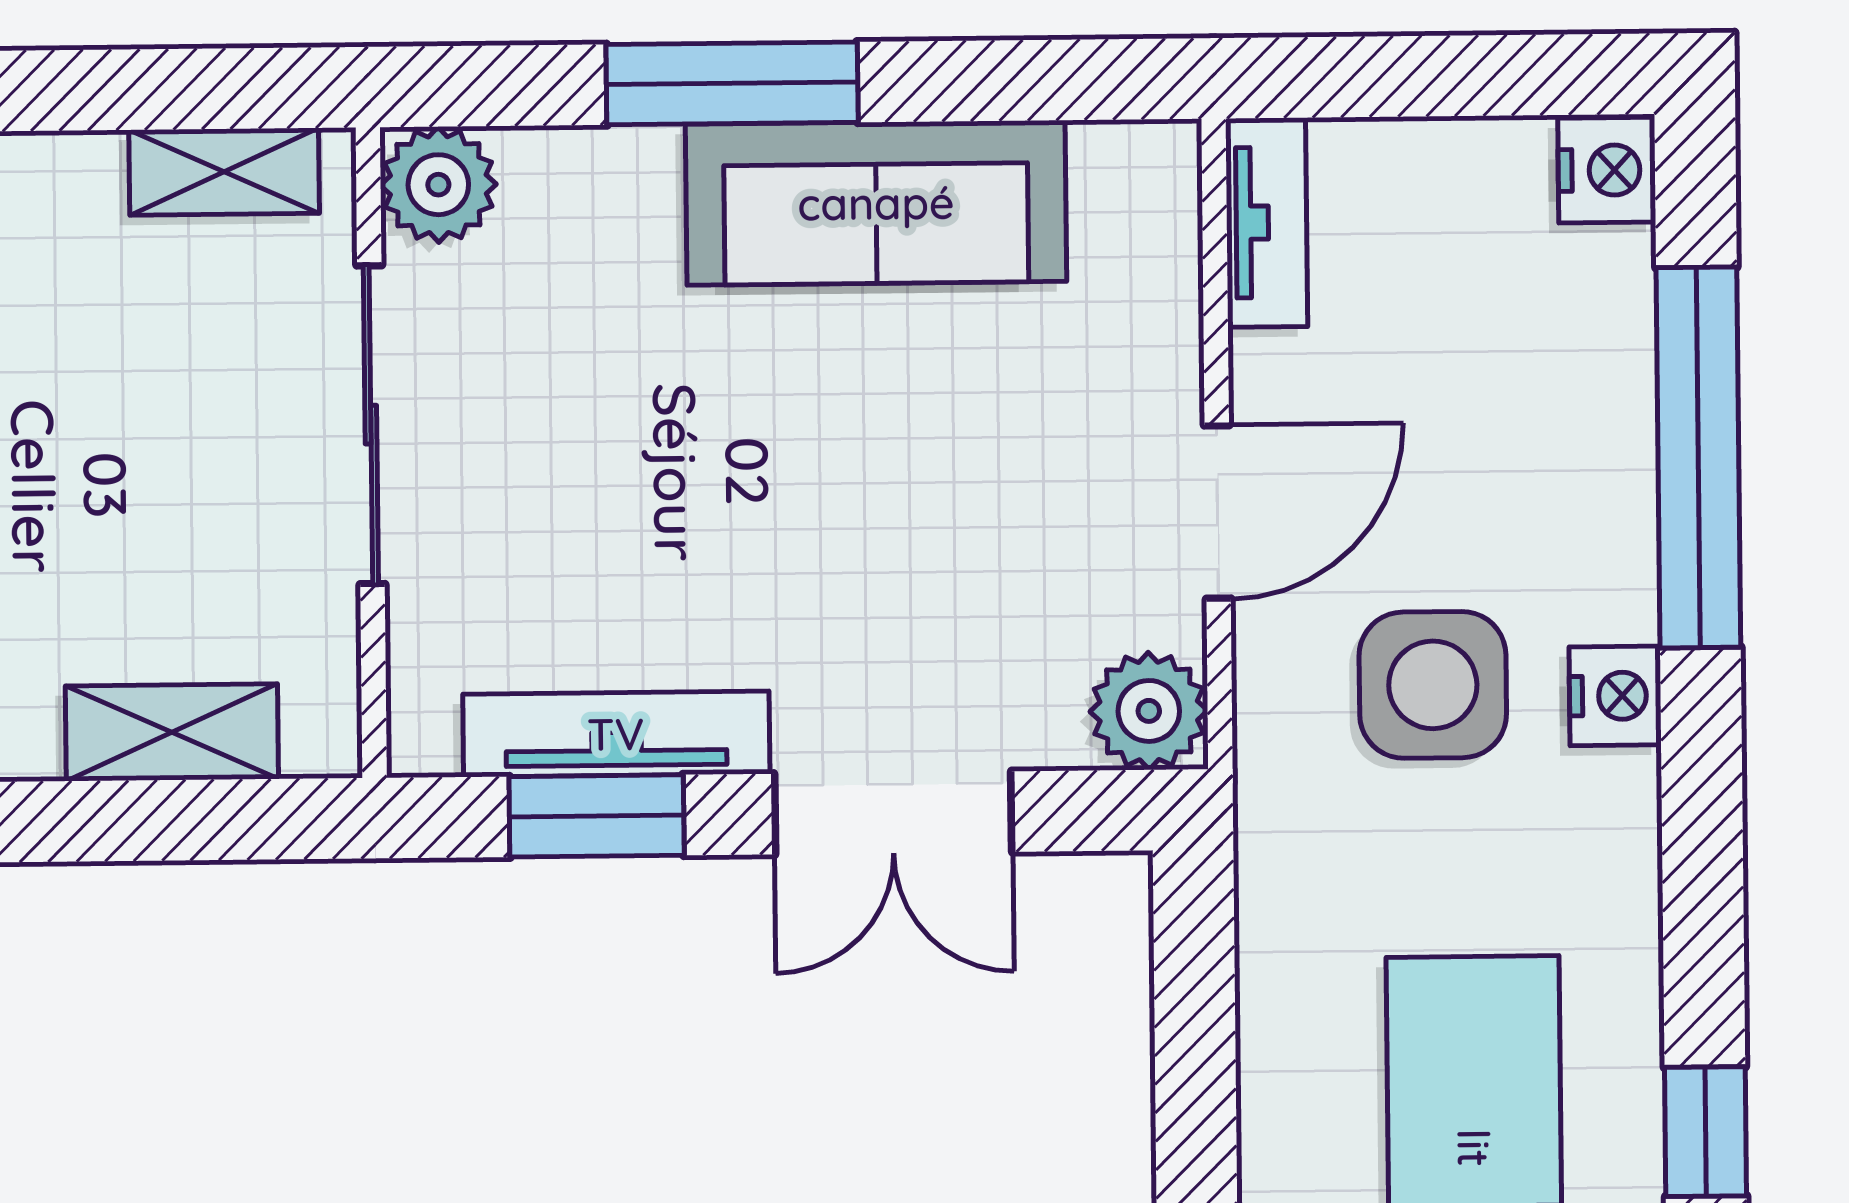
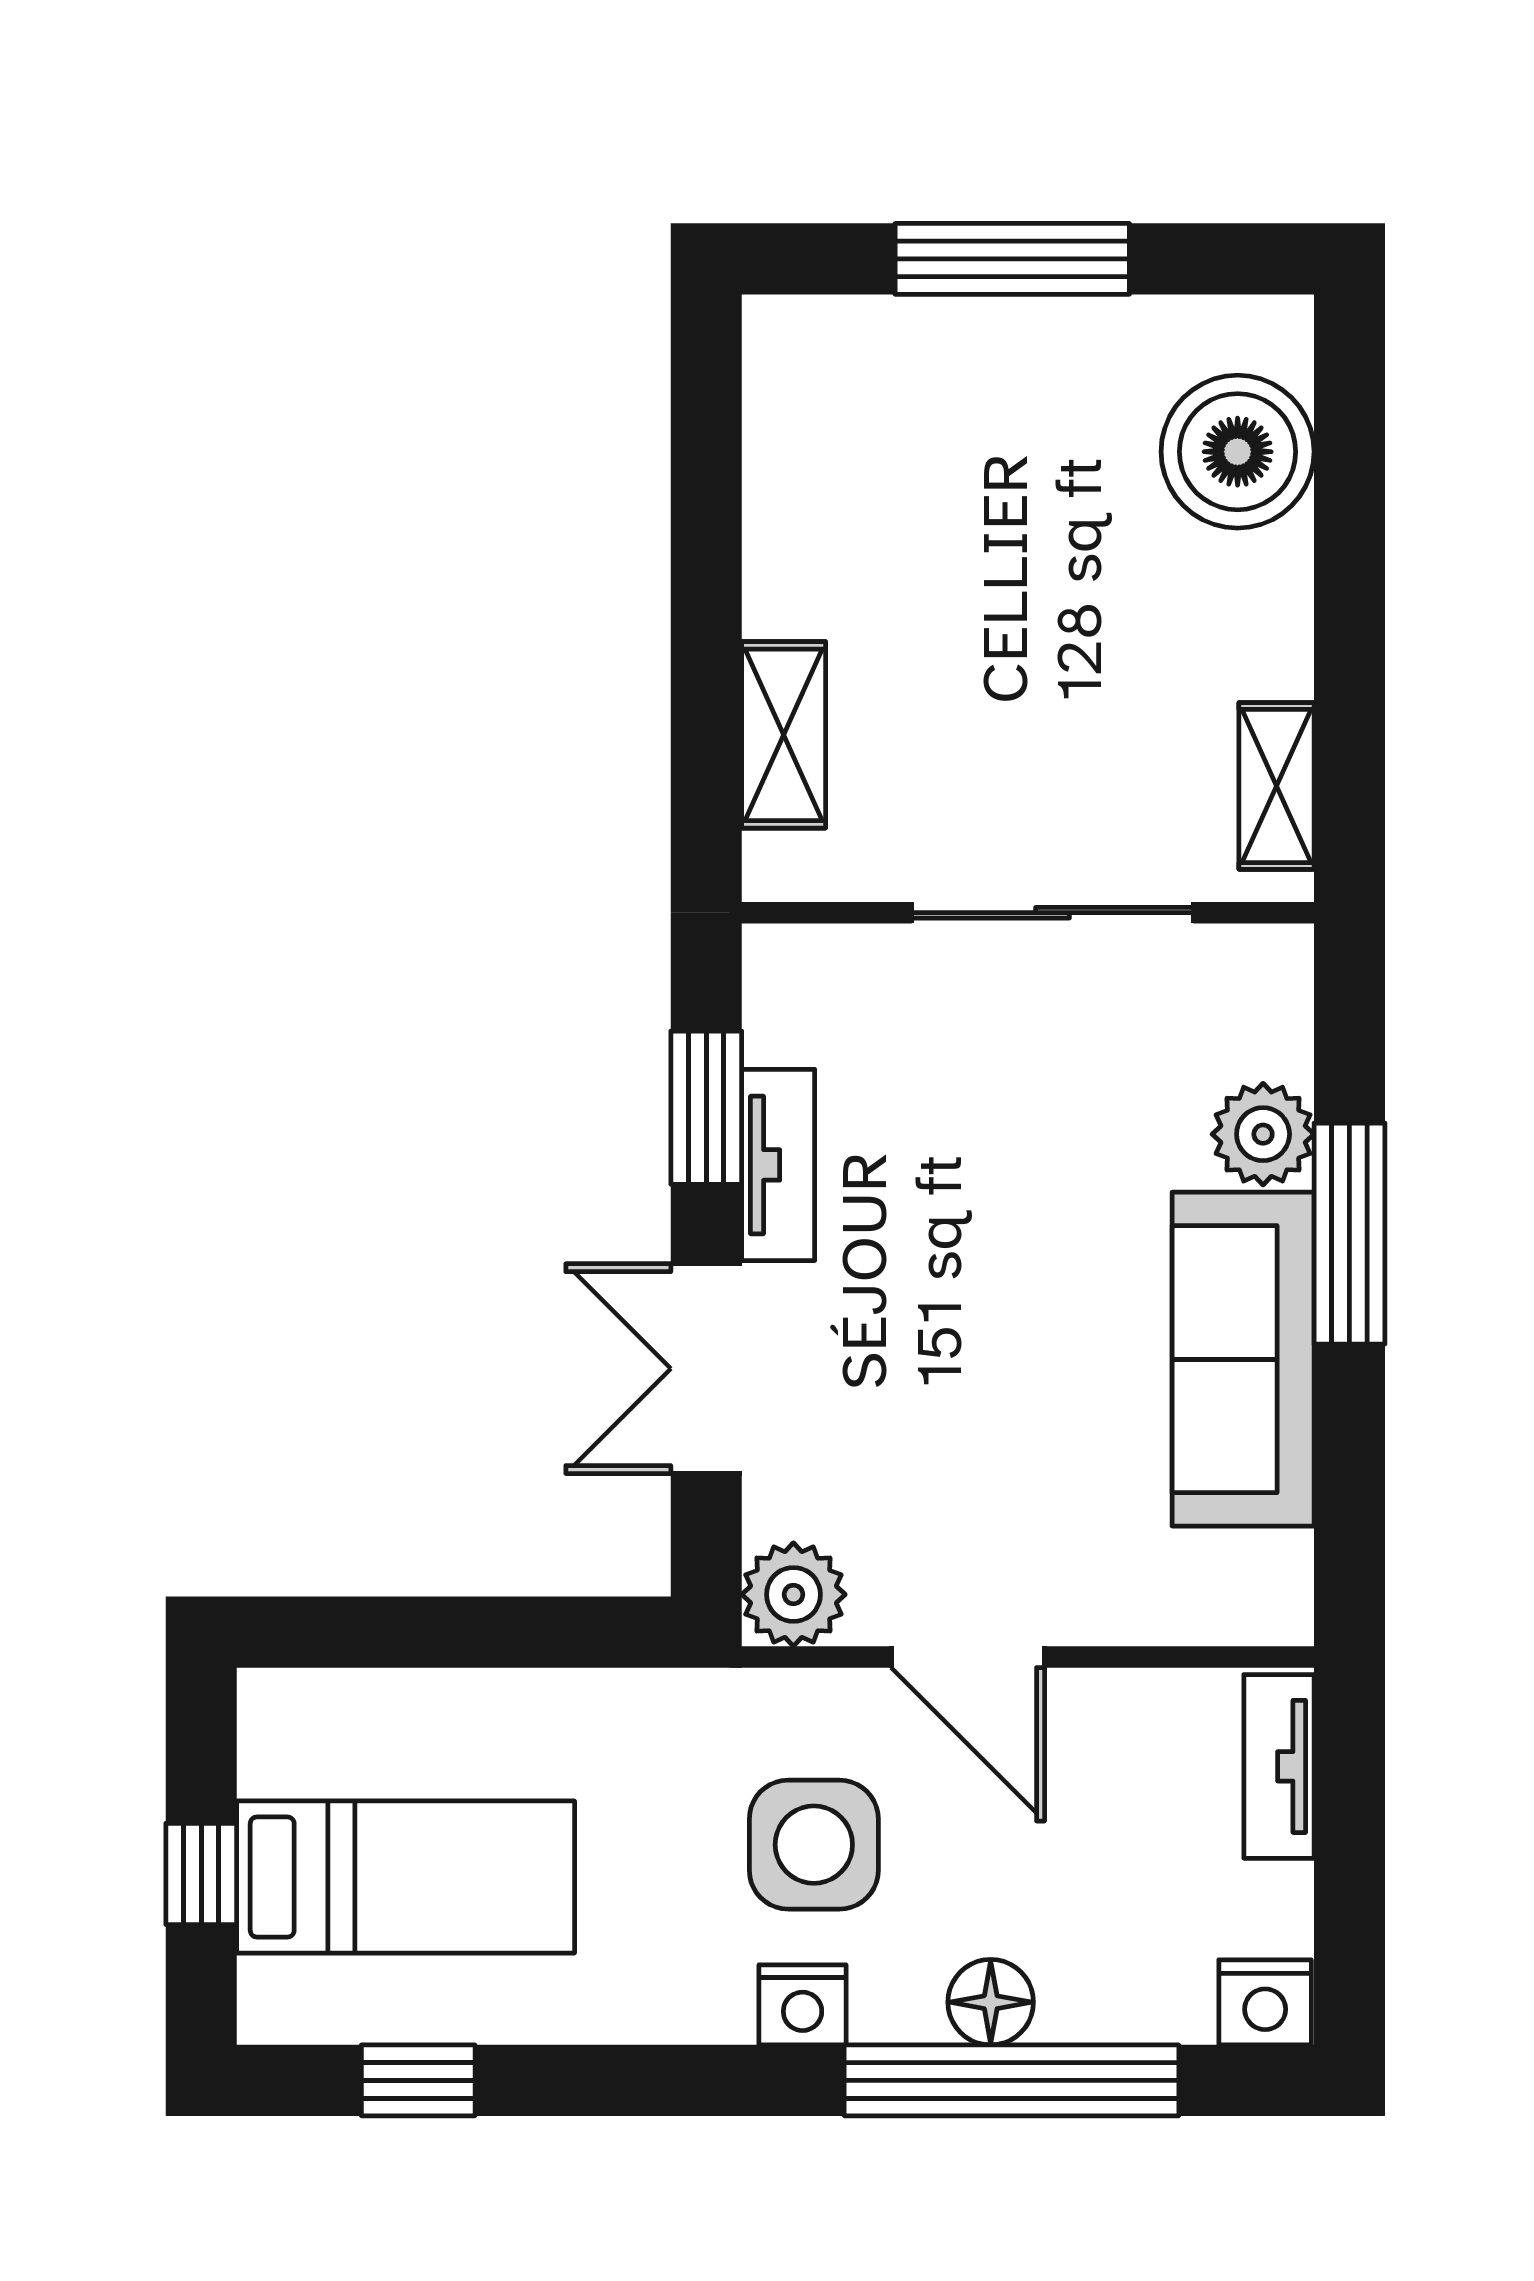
plant: (438, 185) -> (1263, 1134), moved
tv unit: (1267, 223) -> (1279, 1766), moved, turned 90
floor lamp: (1610, 482) -> (991, 2002), added
tv unit: (616, 734) -> (778, 1165), width x0.71

